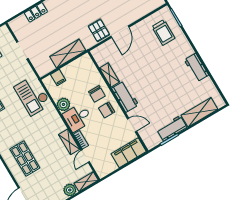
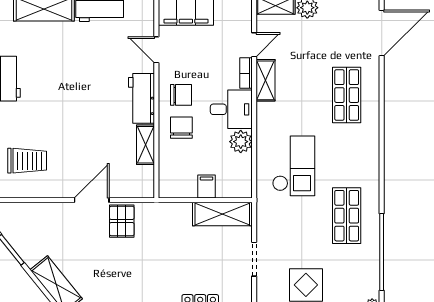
trolley: (163, 32) -> (27, 161), turned 90
shelving: (68, 53) -> (222, 214), moved
filing cabinet: (58, 78) -> (207, 187), moved
checkout: (33, 96) -> (294, 166), moved

